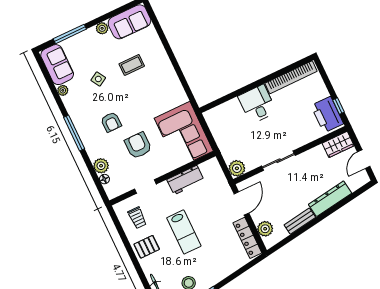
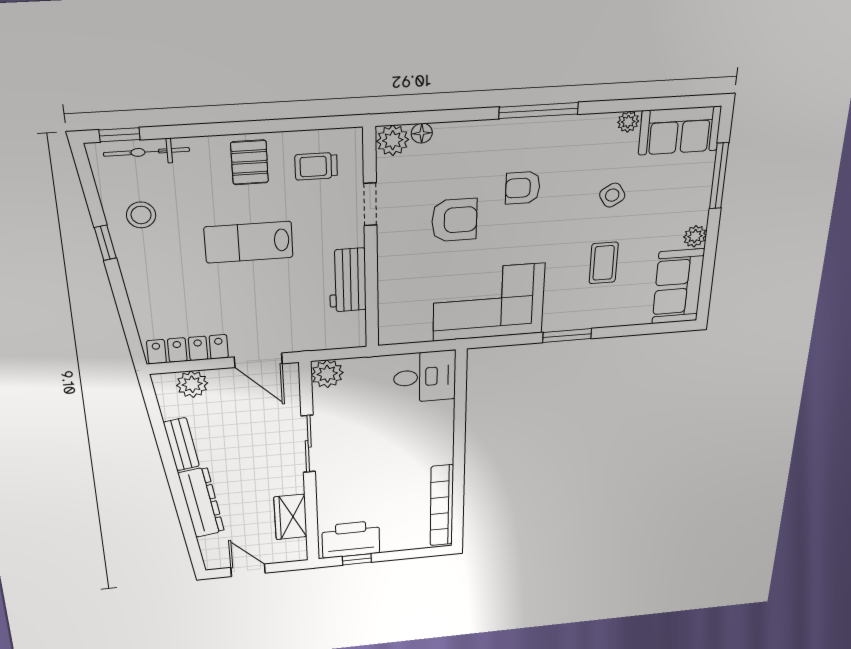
window: (175, 63) -> (567, 335), added
desk: (257, 104) -> (425, 377), moved
corner sofa: (184, 135) -> (489, 302), moved
wardrobe: (338, 144) -> (291, 517), moved
plant: (101, 166) -> (393, 140), moved

